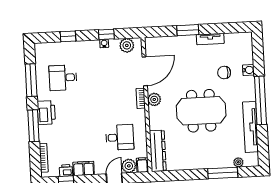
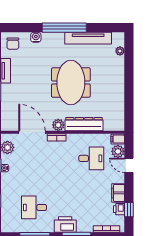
chair: (224, 72) -> (13, 44), moved
desk: (63, 78) -> (34, 207), turned 90
desk: (120, 137) -> (91, 158), turned 90
dresser: (158, 151) -> (84, 124), moved
window: (223, 173) -> (129, 66), removed

